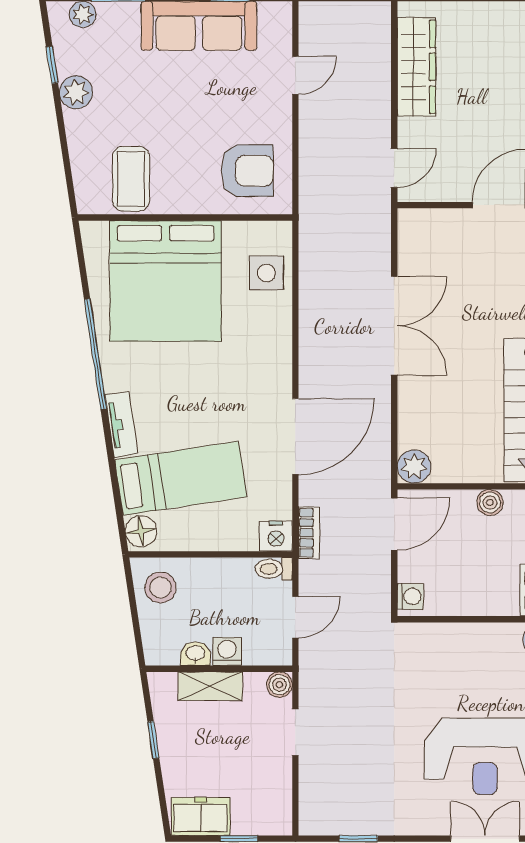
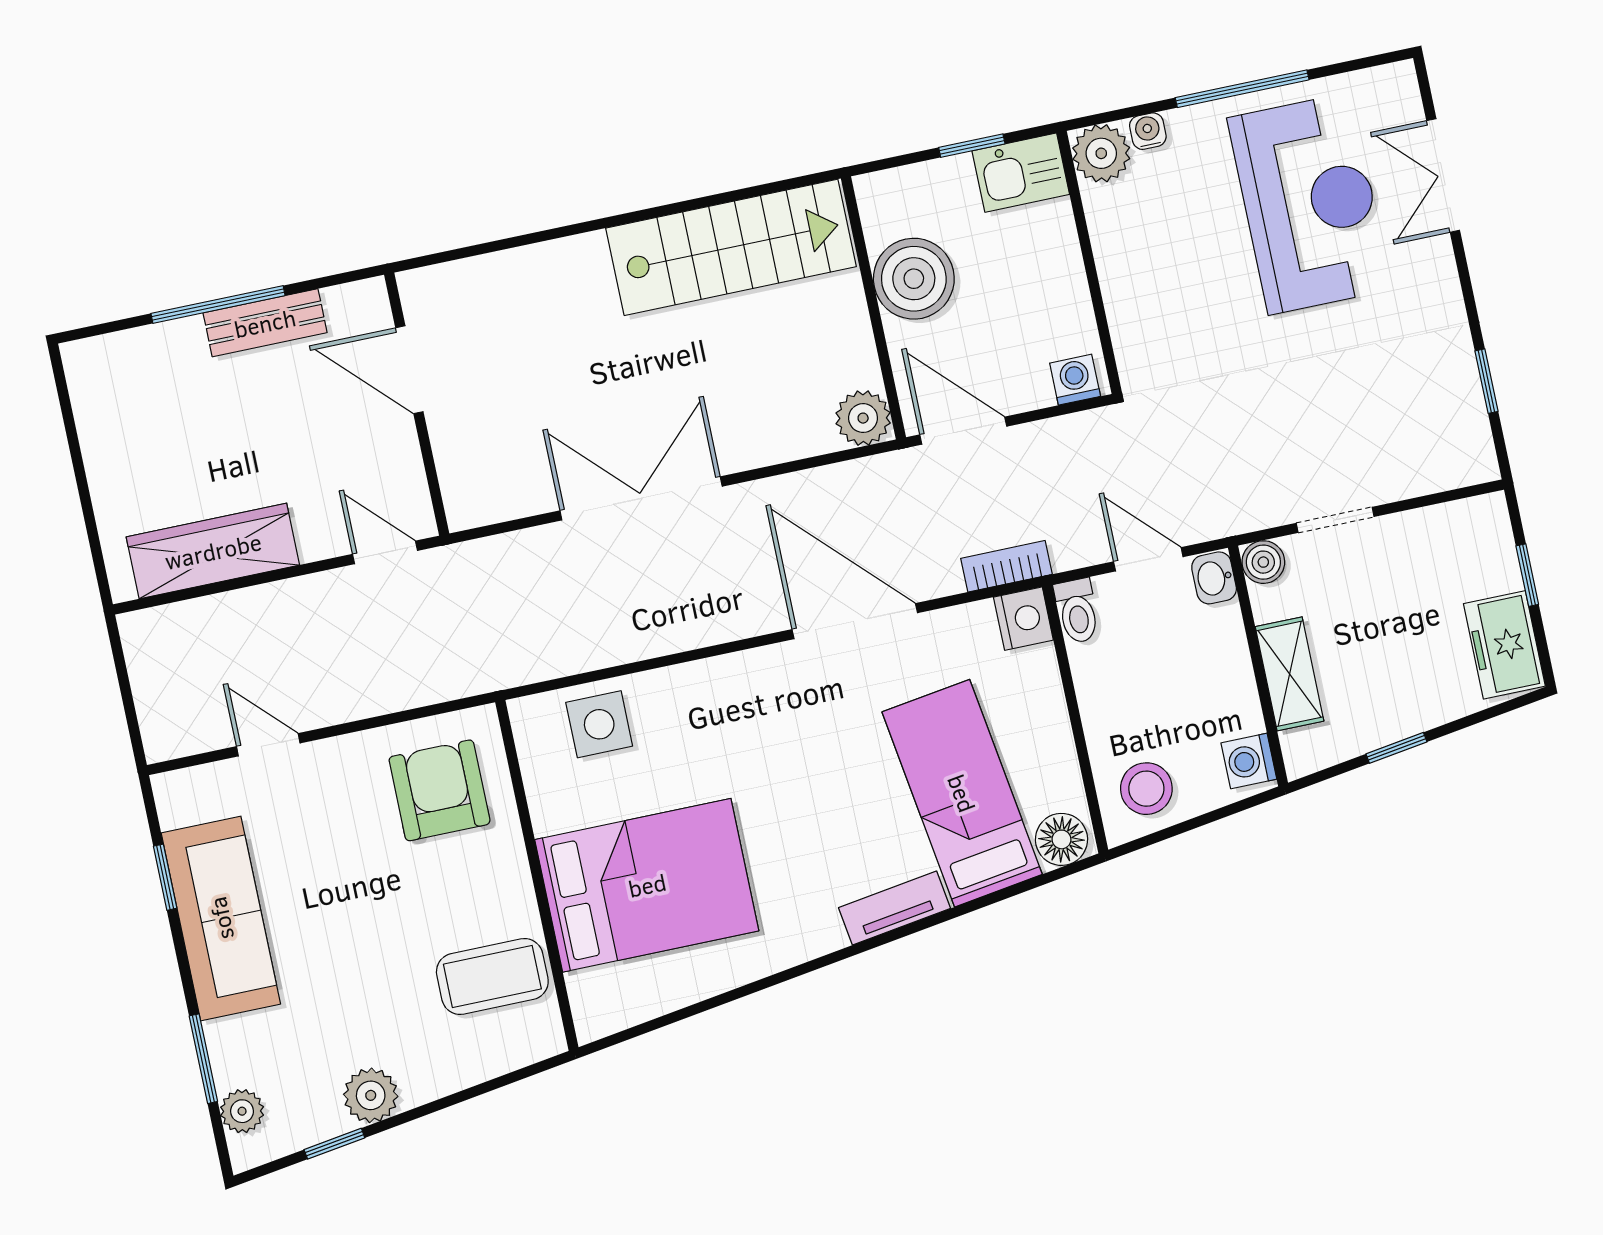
bed: (166, 281) -> (647, 885), width x0.73
window: (95, 354) -> (789, 974), removed
boiler: (490, 503) -> (914, 279), width x1.86, depth x1.86
washing machine: (227, 651) -> (1249, 761), moved
washbasin: (195, 654) -> (1214, 578), moved

